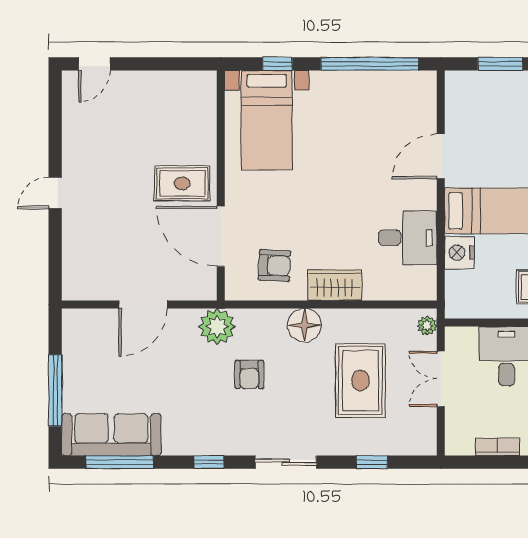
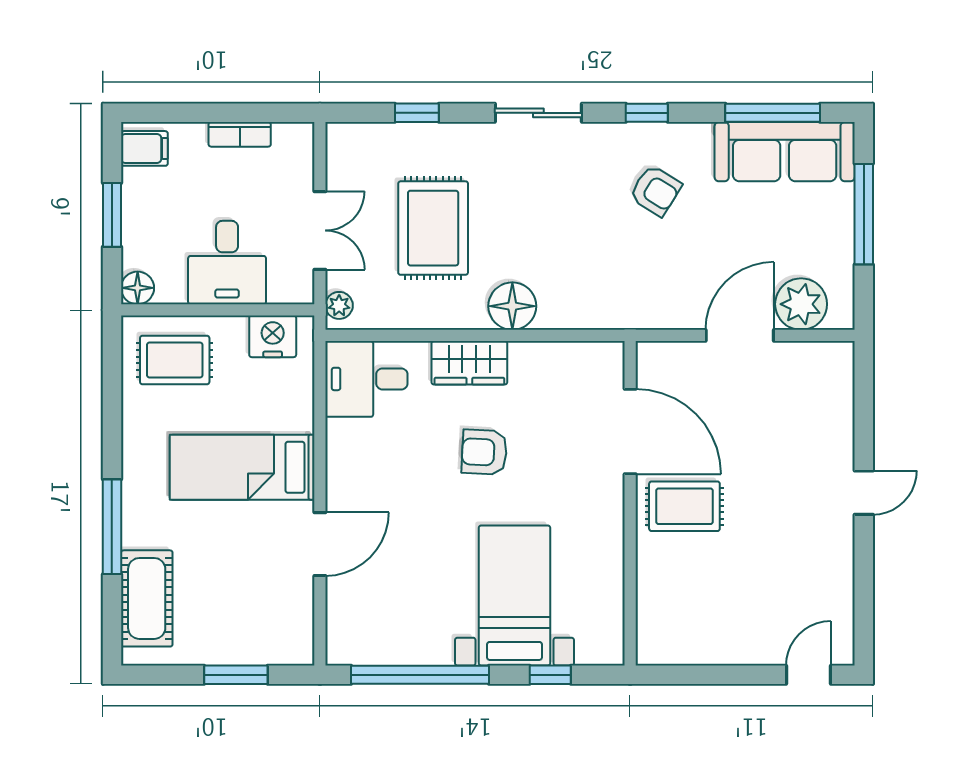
bed with nightstands: (267, 120) -> (514, 595), moved
desk: (408, 238) -> (366, 379), moved
nightstand: (459, 253) -> (273, 336), moved, turned -90
armchair: (274, 266) -> (484, 452), moved
plant: (217, 327) -> (801, 304), moved
armchair: (249, 374) -> (656, 191), moved, turned 122

